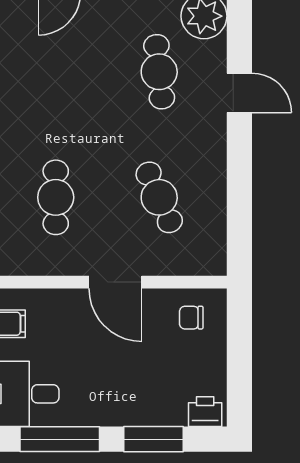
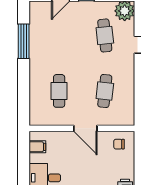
cafe table: (159, 197) -> (105, 91), turned 30

